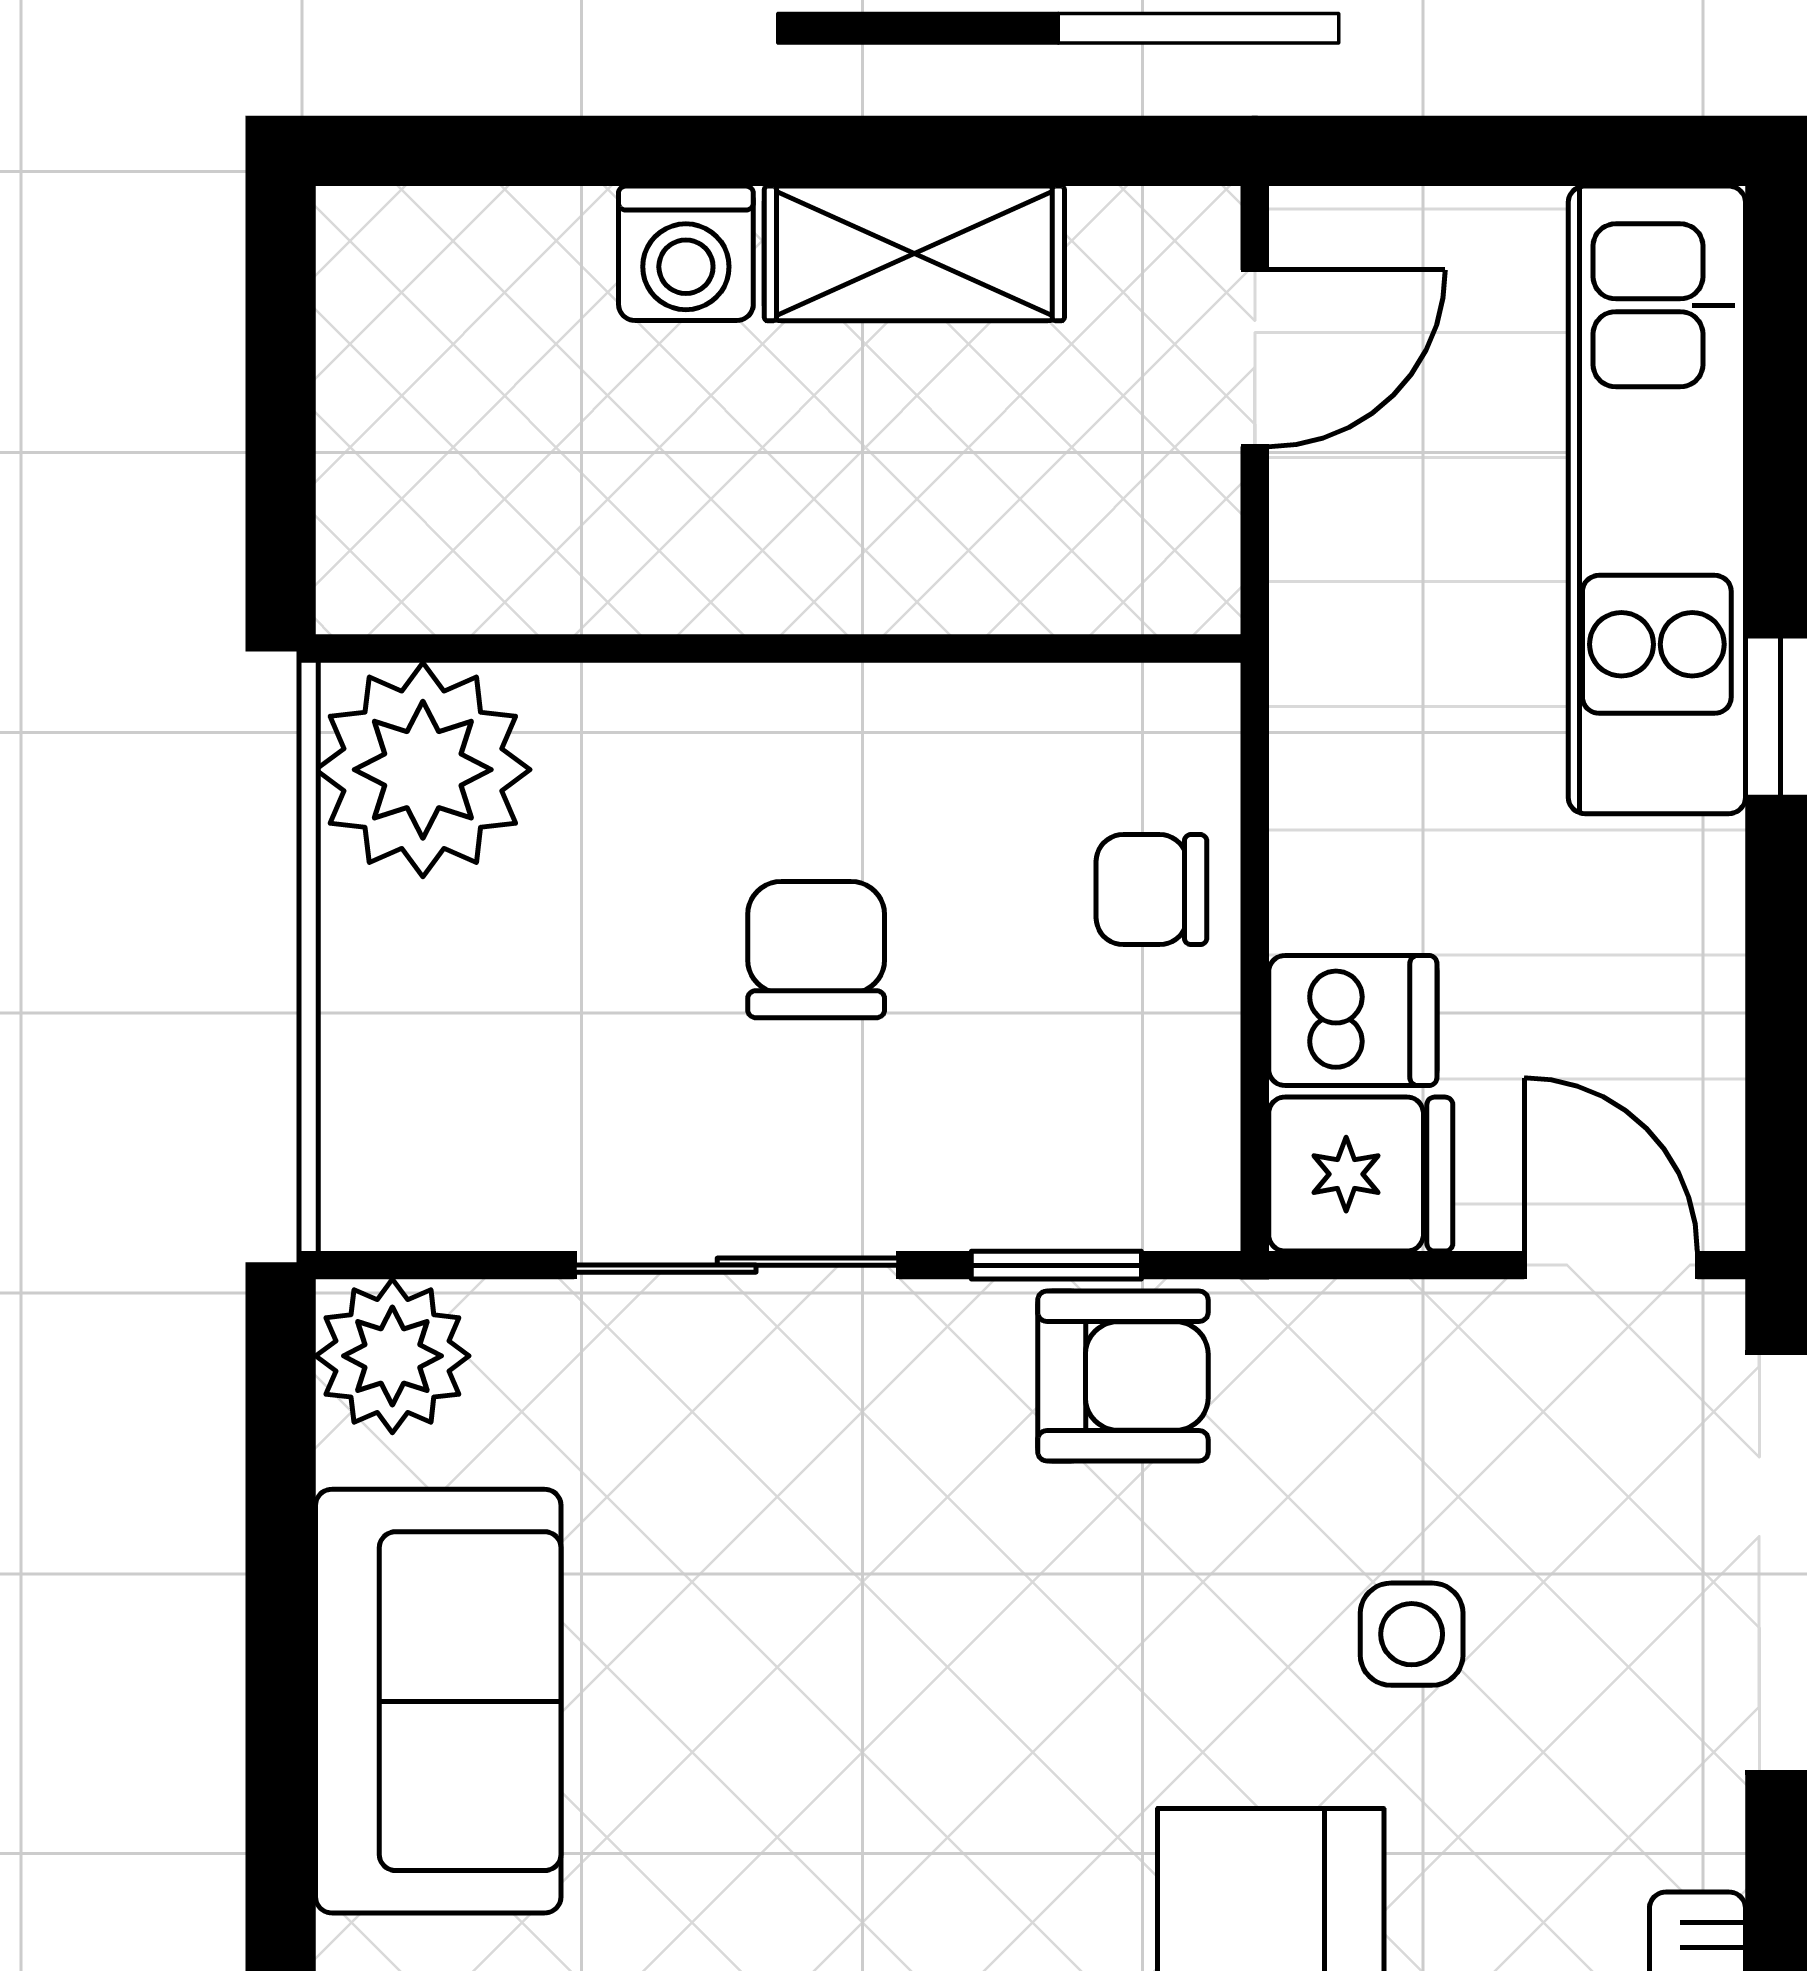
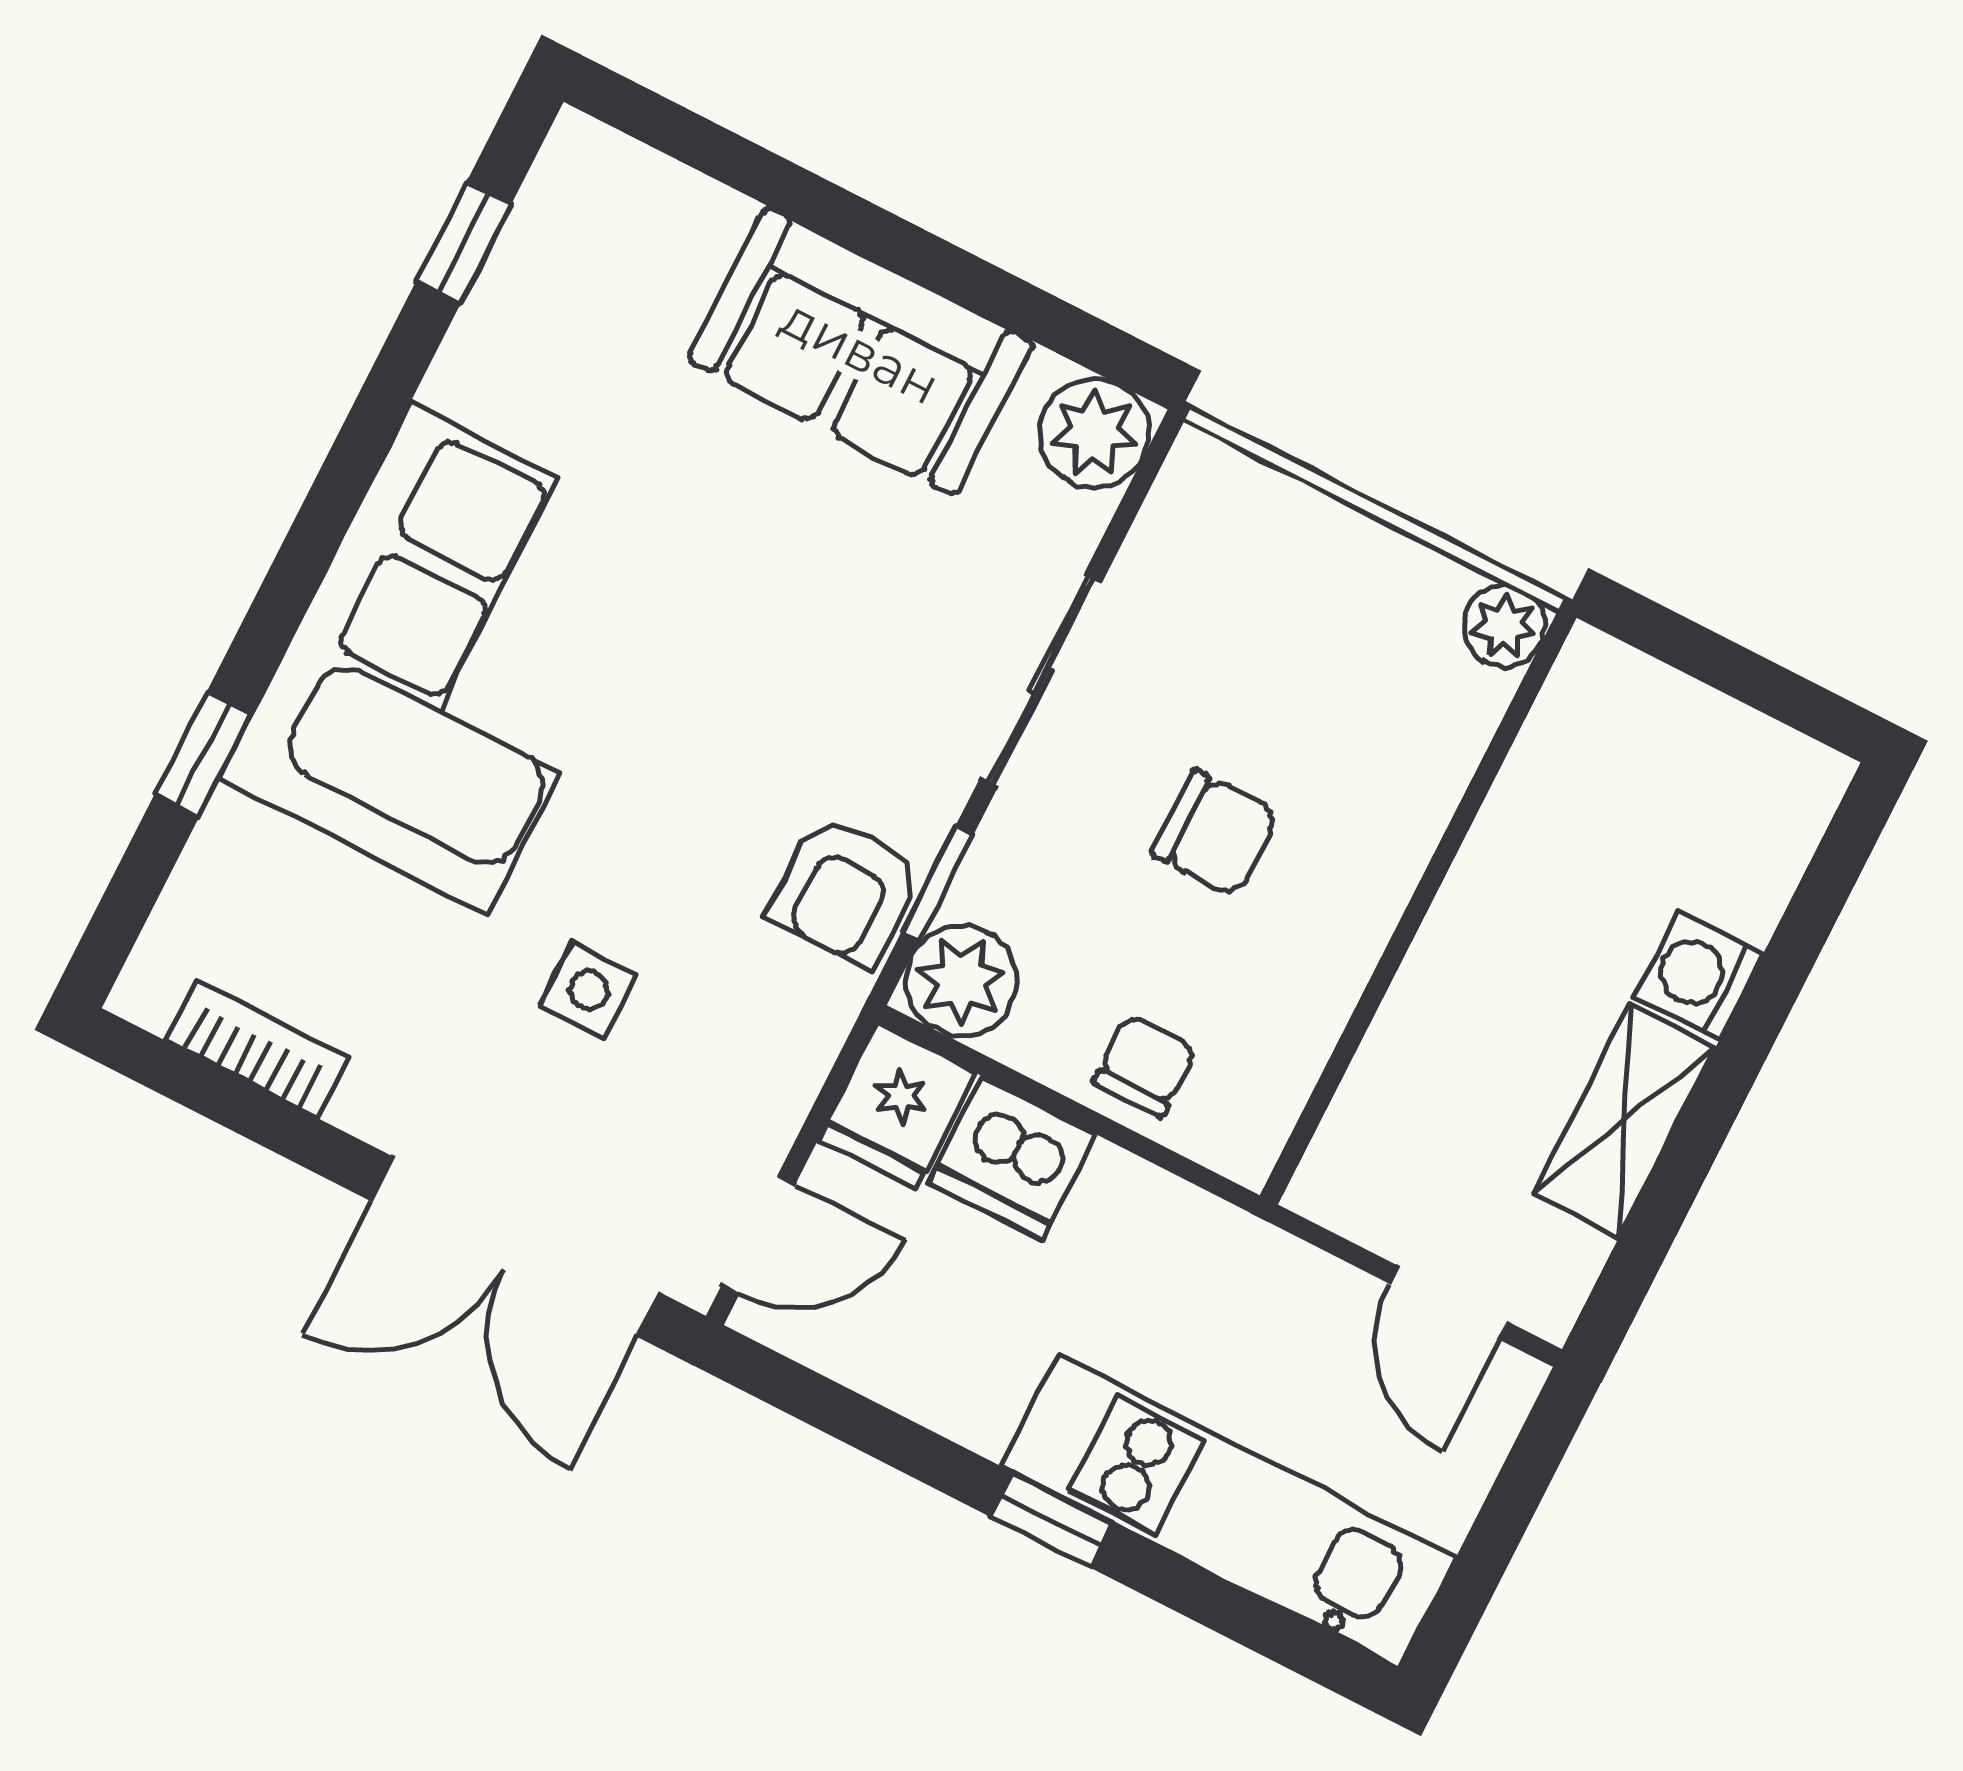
plant: (423, 770) -> (1504, 627), width x0.53, depth x0.53
dishwasher: (1353, 1021) -> (1012, 1159), width x1.38
plant: (1163, 1173) -> (961, 981), added

